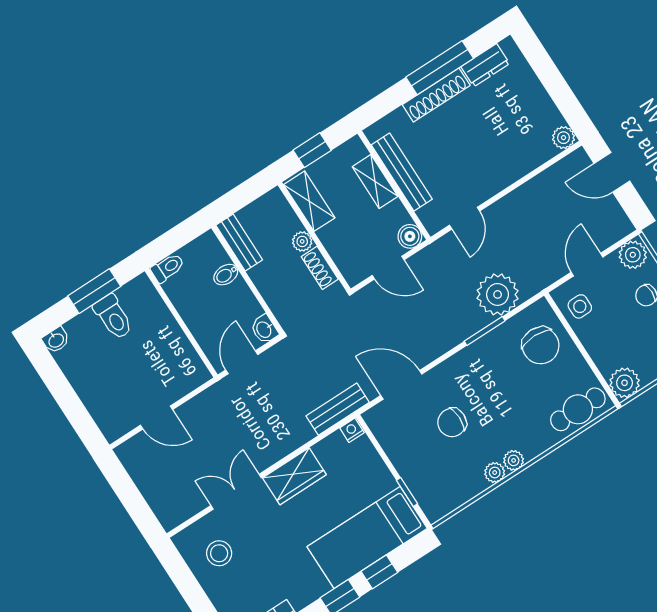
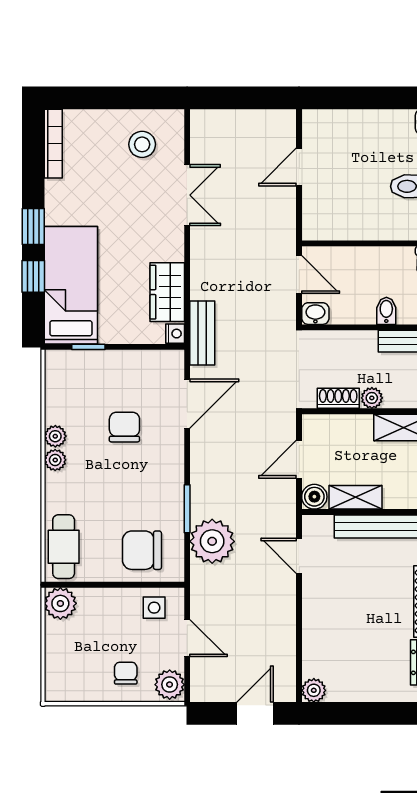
shelving: (375, 182) -> (356, 497), moved
wardrobe: (294, 476) -> (167, 292), moved

